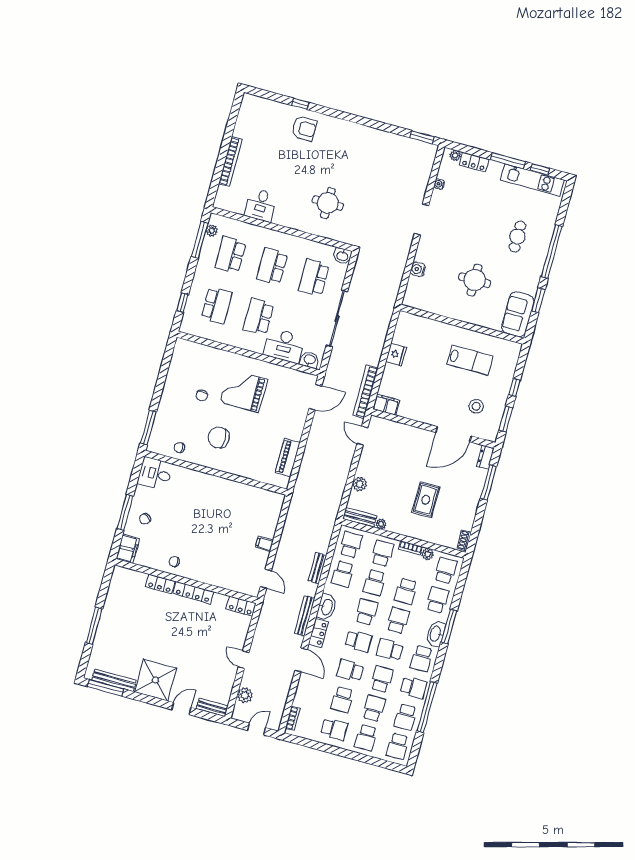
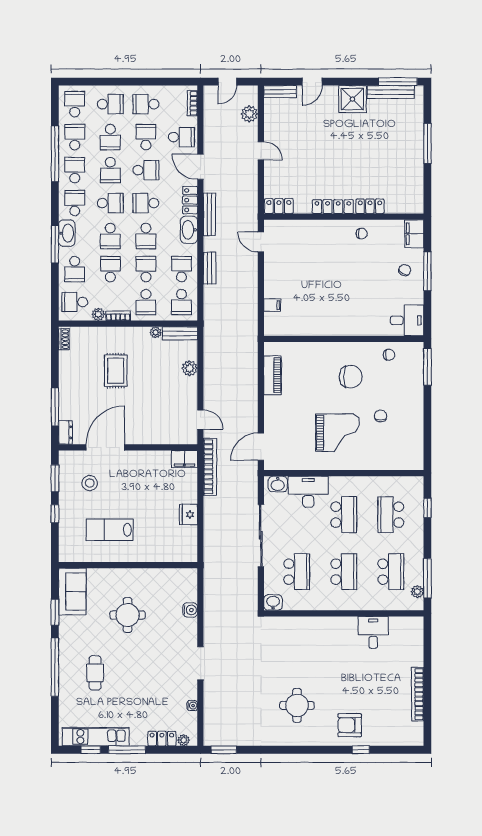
bookcase: (230, 162) -> (418, 694), moved
round table: (328, 203) -> (297, 705), moved
filing cabinet: (264, 544) -> (272, 305), moved
school desk: (445, 571) -> (75, 302), turned 90
shower: (155, 680) -> (352, 99), width x0.73, depth x0.73
school desk: (413, 688) -> (75, 170), turned 90
school desk: (311, 691) -> (181, 137), added
school desk: (366, 738) -> (110, 104), turned 90

